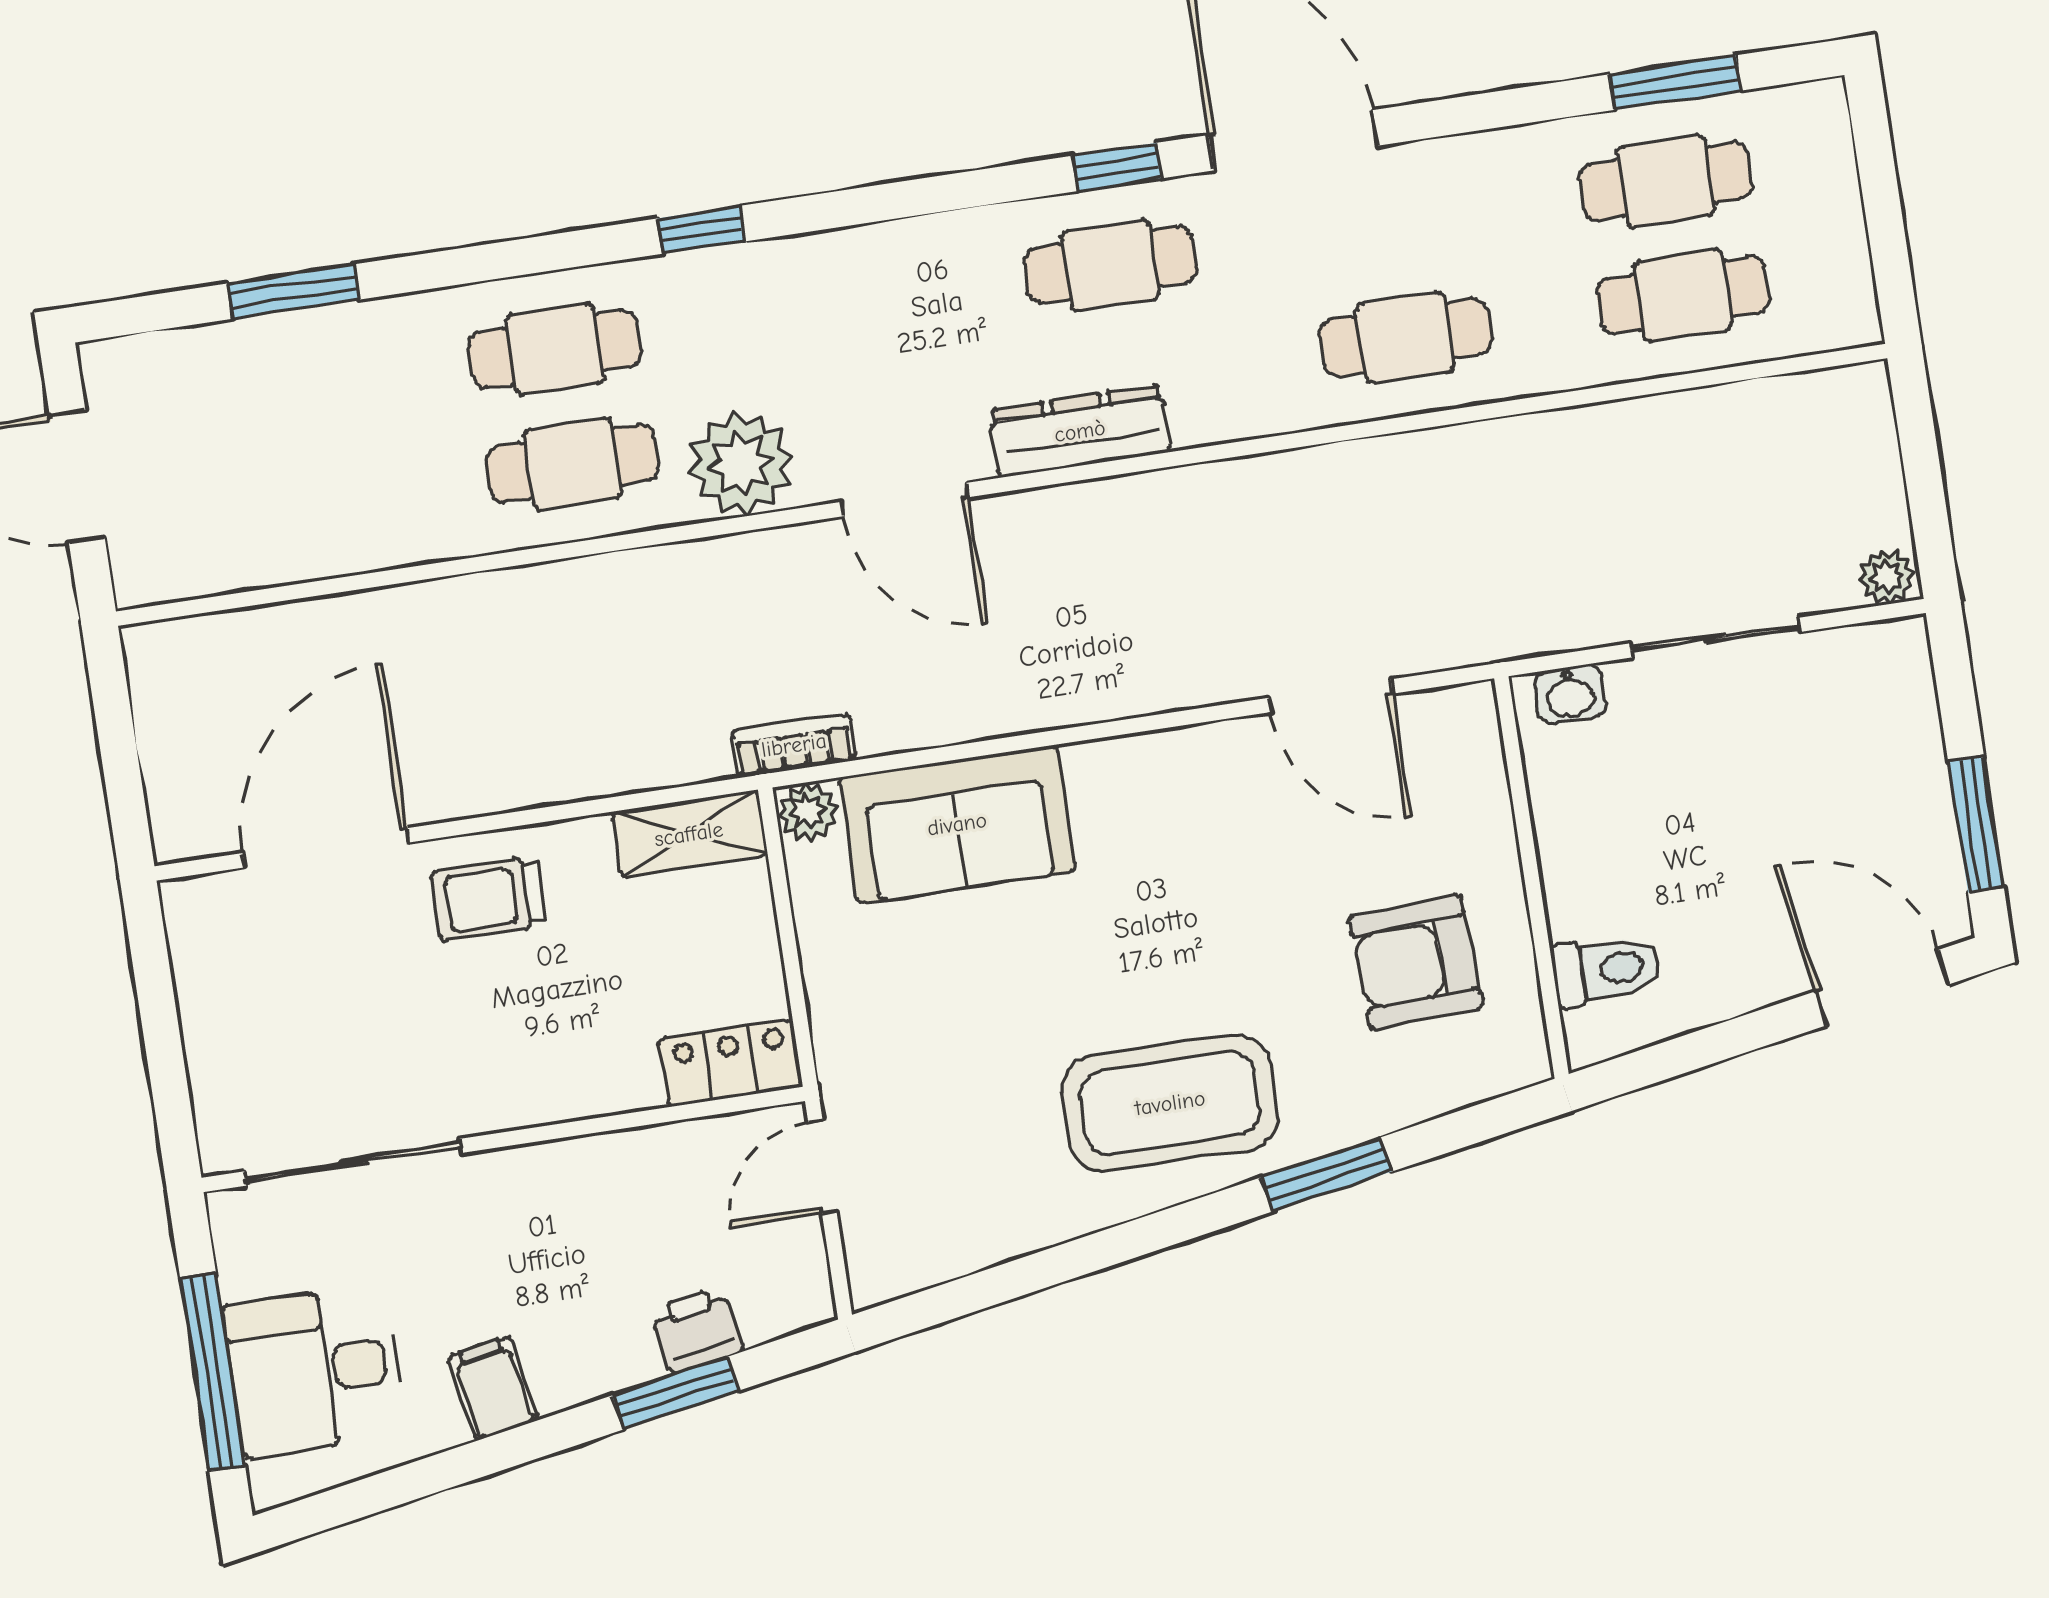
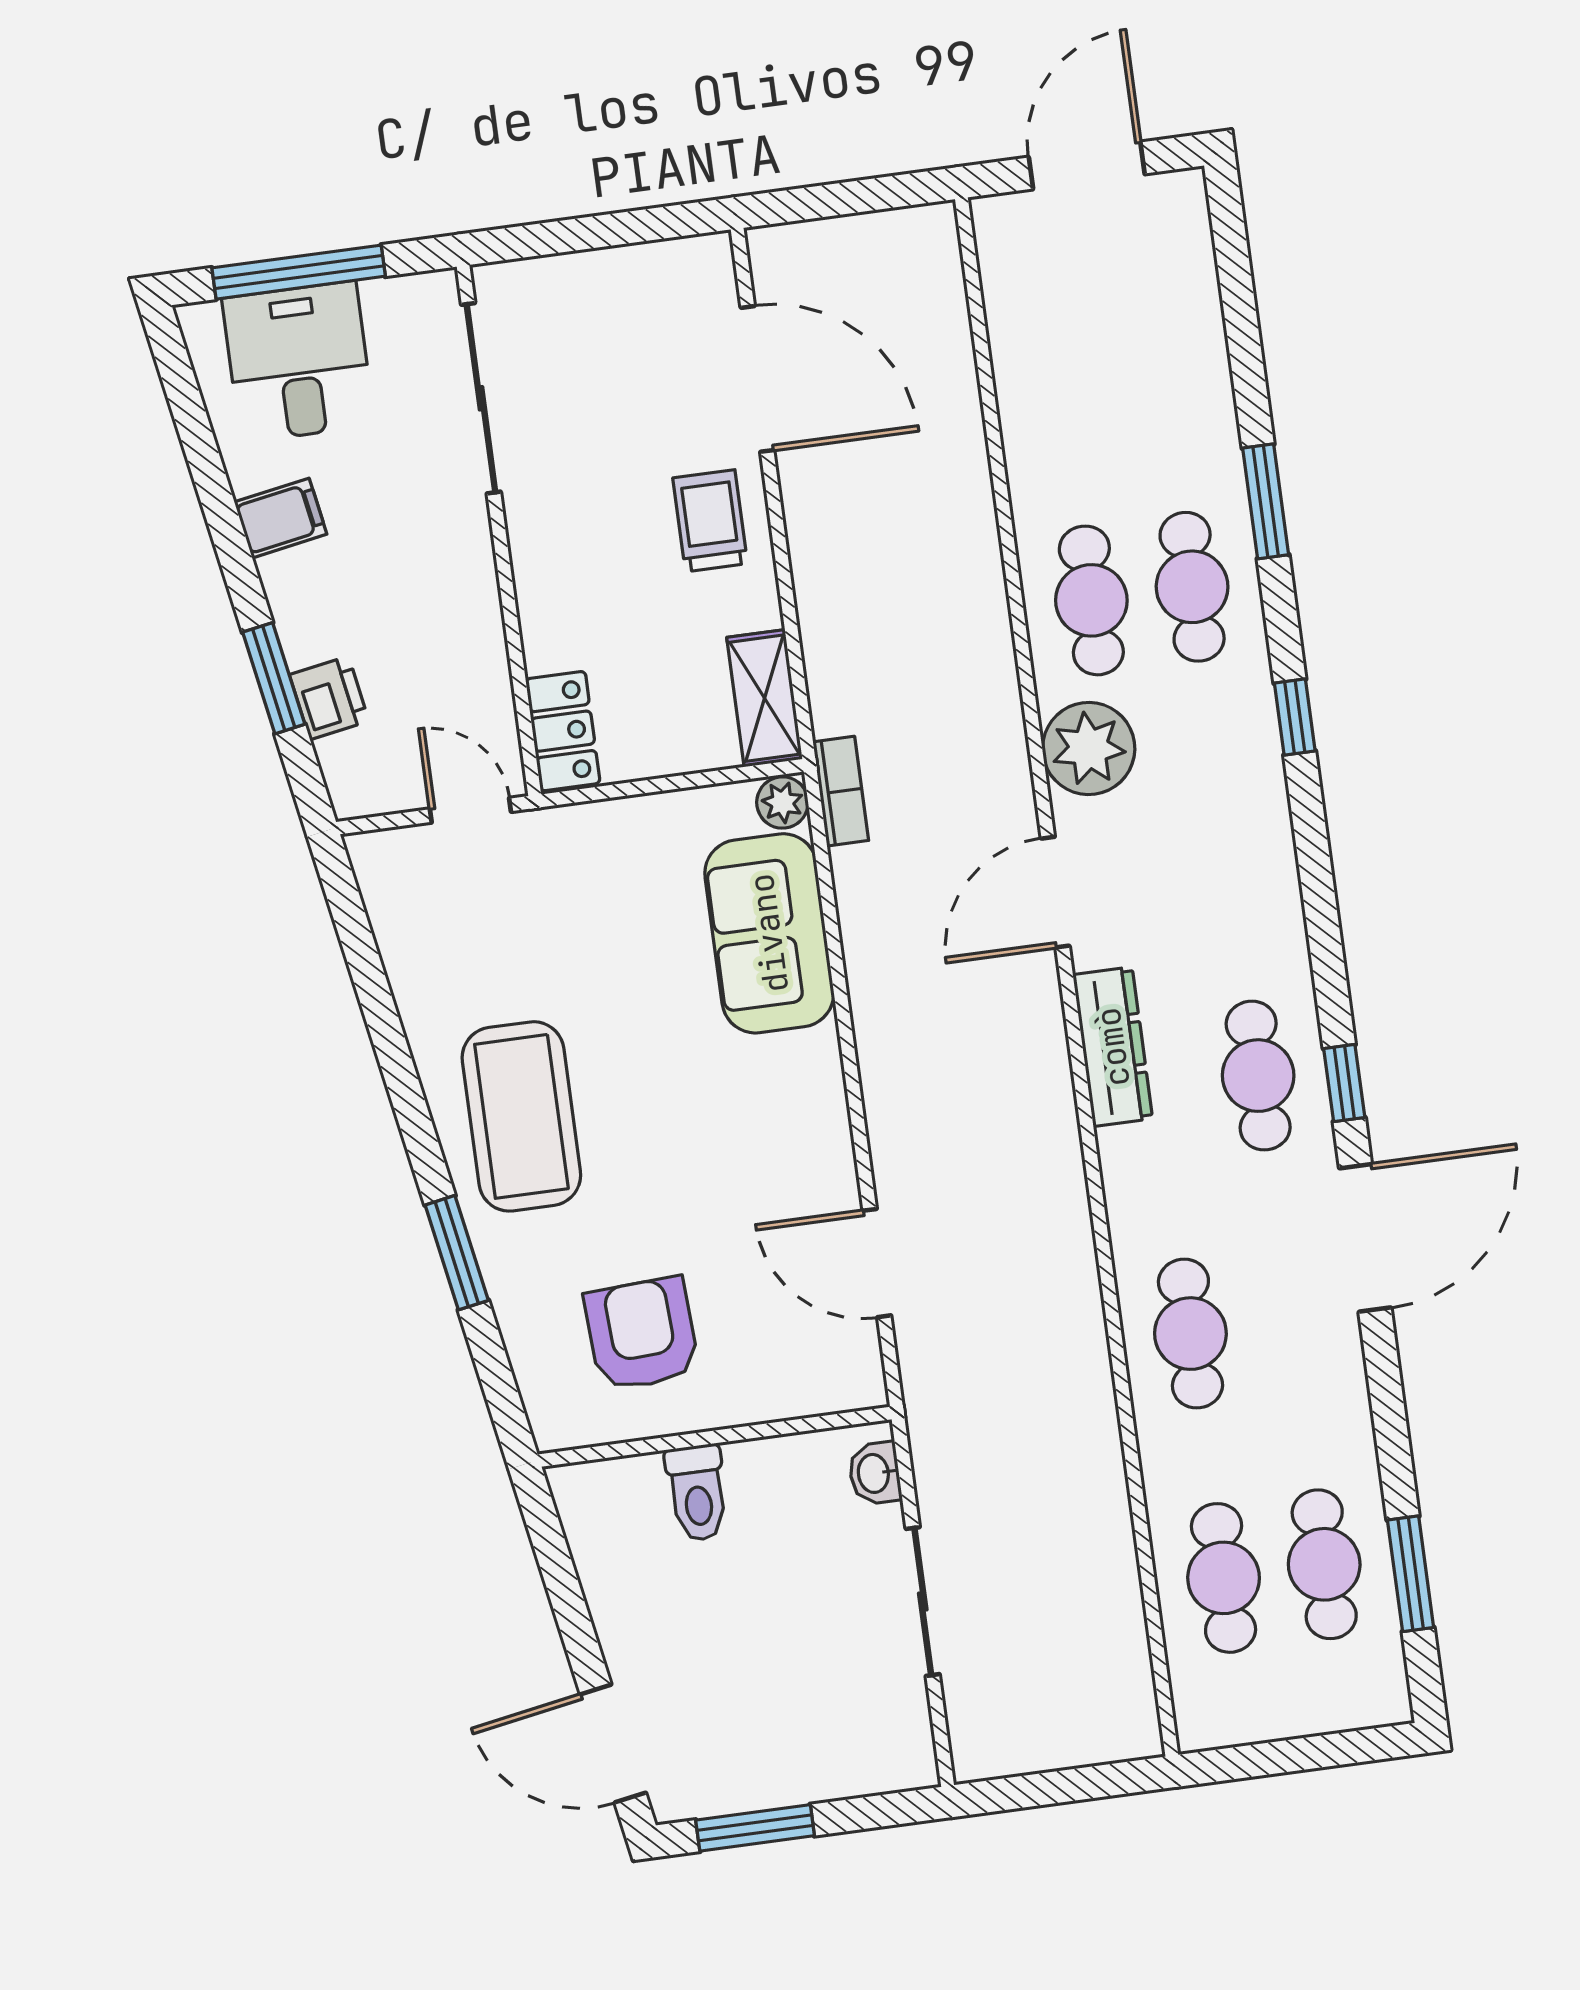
window: (294, 292) -> (1266, 501), moved
plant: (1887, 577) -> (974, 1753), removed
door: (1331, 696) -> (877, 1263), hinge flipped
toilet: (1607, 970) -> (697, 1493), moved
door: (1882, 988) -> (613, 1744), swing flipped

